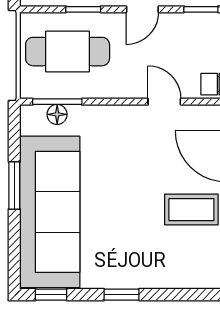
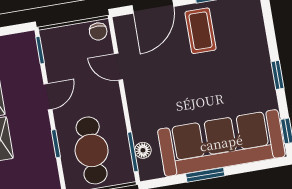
door: (142, 9) -> (48, 97), hinge flipped
door: (164, 102) -> (118, 67), hinge flipped

